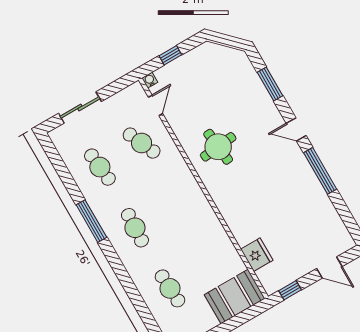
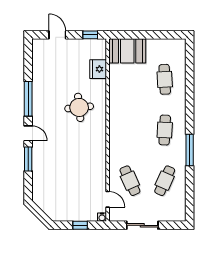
window: (270, 84) -> (28, 159), moved
door: (155, 105) -> (108, 199), swing flipped
sliding door: (80, 107) -> (142, 225), moved
round table: (218, 147) -> (79, 107), moved
cafe table: (100, 167) -> (165, 181), turned 30

